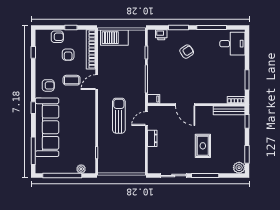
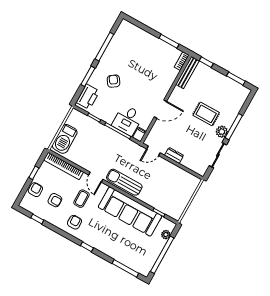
printer: (161, 35) -> (88, 97), width x1.87, depth x1.48
desk: (232, 44) -> (128, 120), moved, turned 180
armchair: (68, 55) -> (55, 200), moved
sun lounger: (119, 116) -> (124, 182), moved
door: (146, 119) -> (153, 151), hinge flipped
sofa: (47, 127) -> (130, 212), moved, turned 180
plant: (239, 168) -> (222, 132), moved

